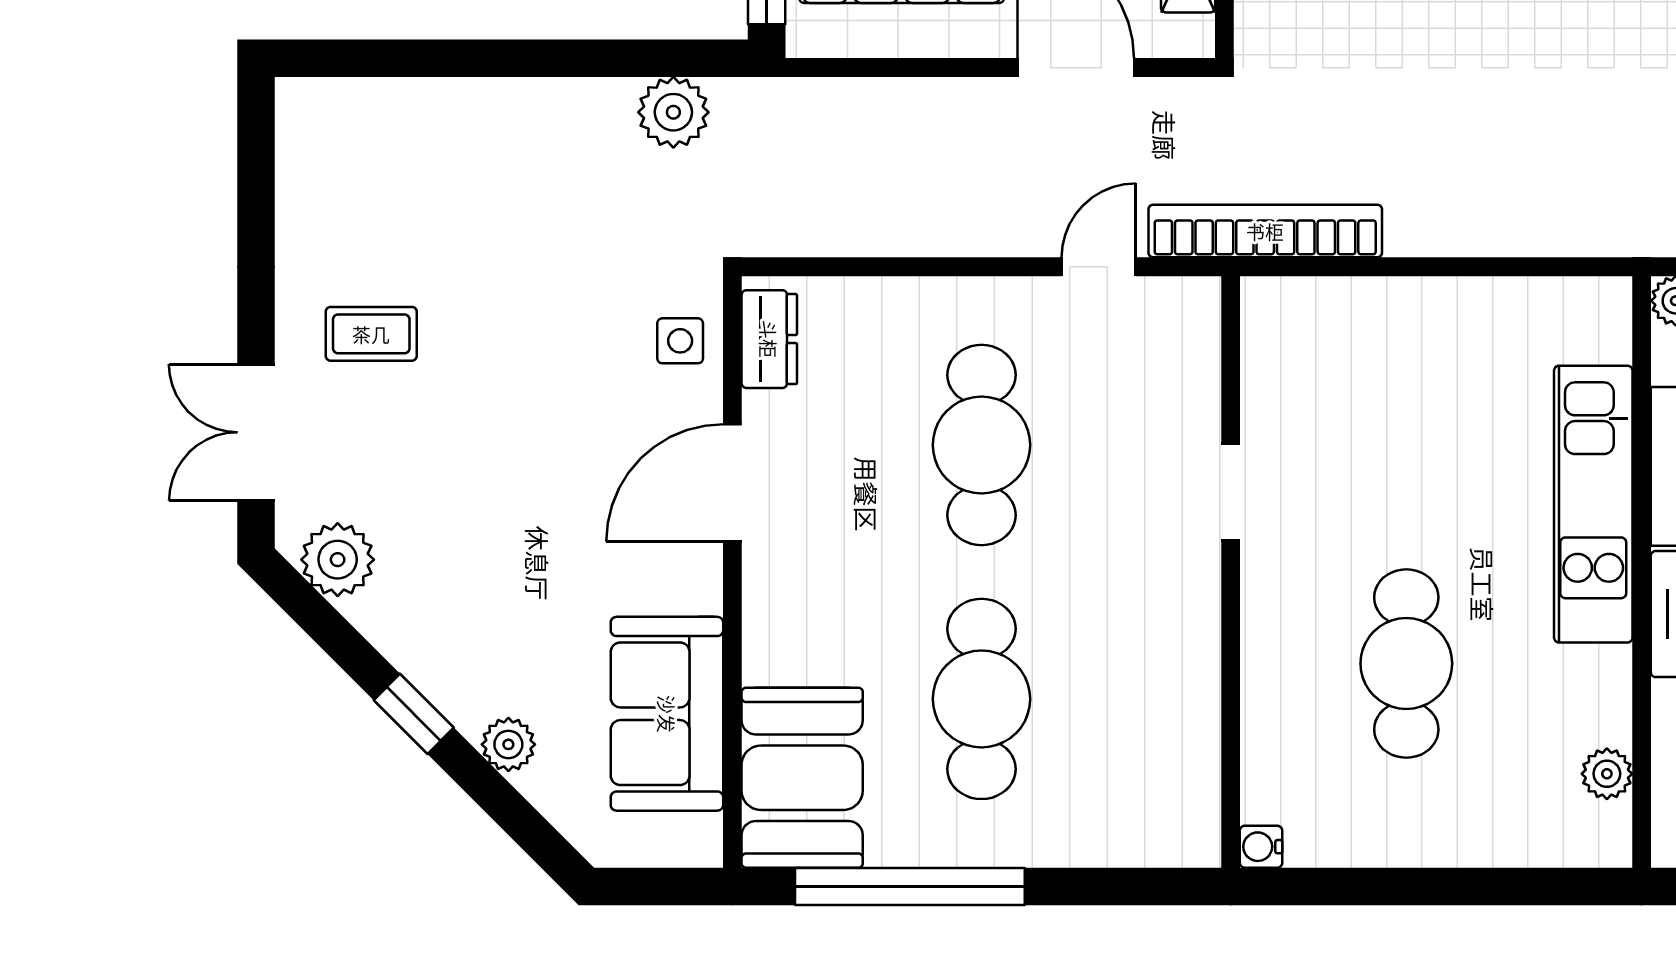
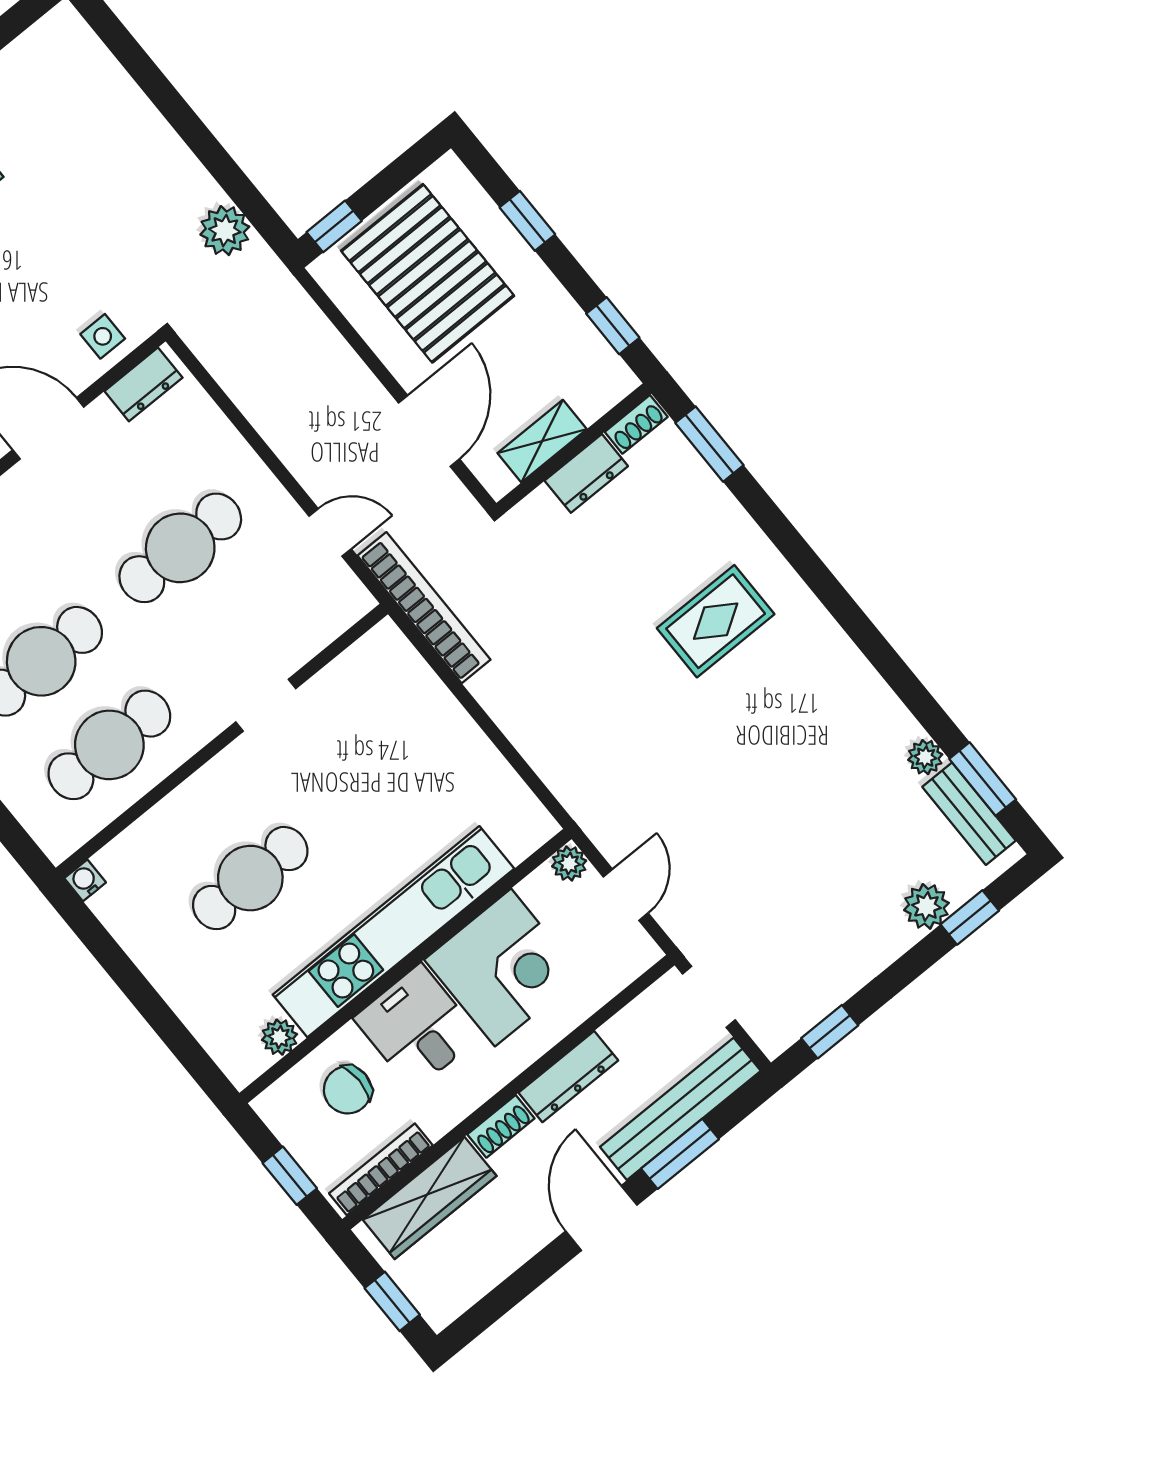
kitchen unit: (1593, 504) -> (393, 932), width x1.36
cafe table: (1134, 699) -> (109, 745), added

